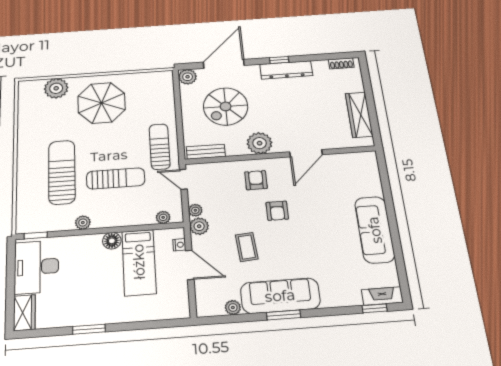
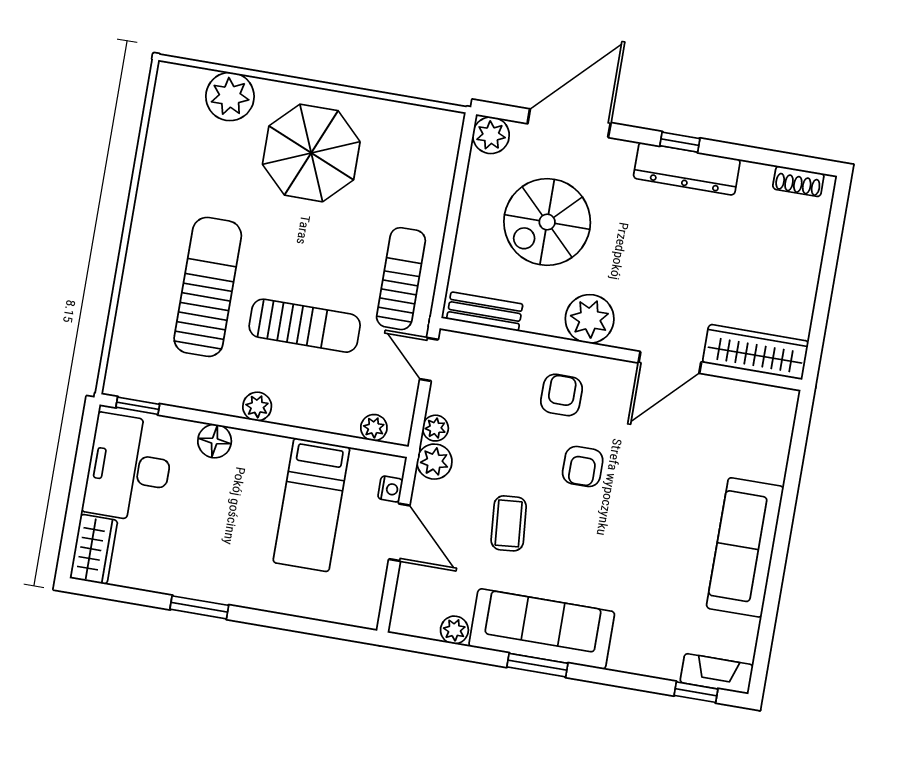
wardrobe: (359, 115) -> (756, 352), moved, turned 90
plant: (83, 223) -> (257, 406), moved
floor lamp: (112, 241) -> (215, 441), moved

